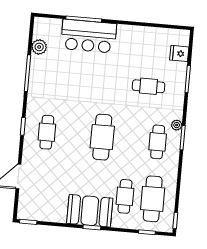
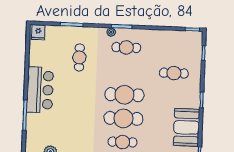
bar counter: (89, 36) -> (40, 90), moved
fridge: (179, 53) -> (38, 32), moved
cafe table: (153, 199) -> (123, 118), moved
booth: (90, 211) -> (187, 127), moved

